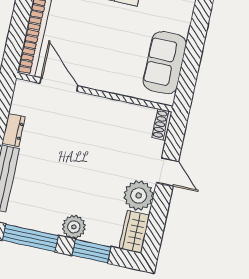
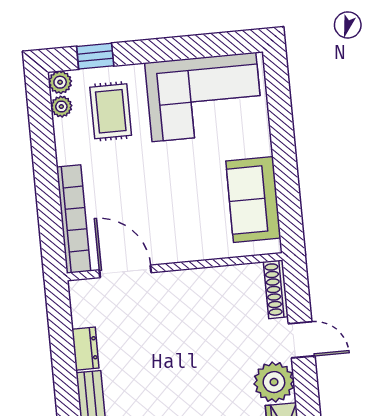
shoe rack: (162, 125) -> (276, 289), width x1.43

